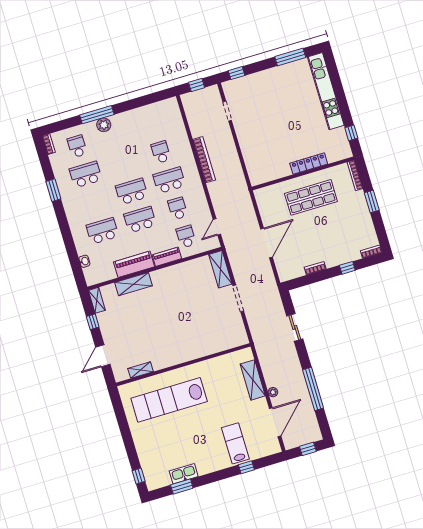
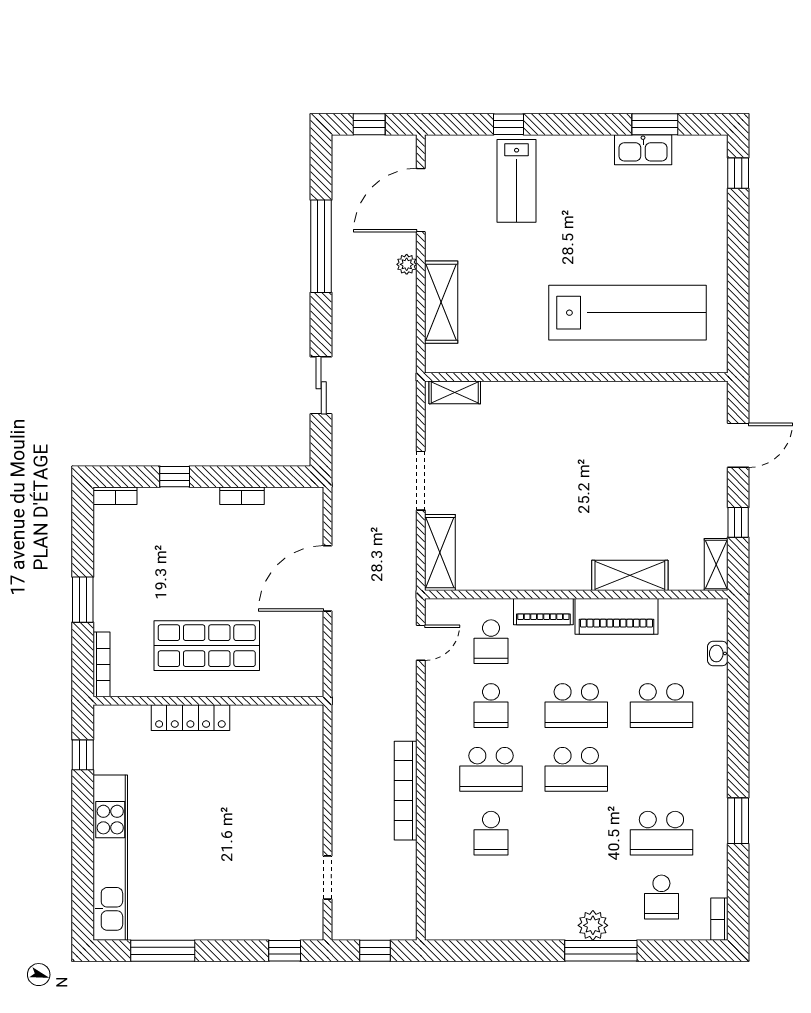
shelving: (141, 370) -> (455, 392), moved

